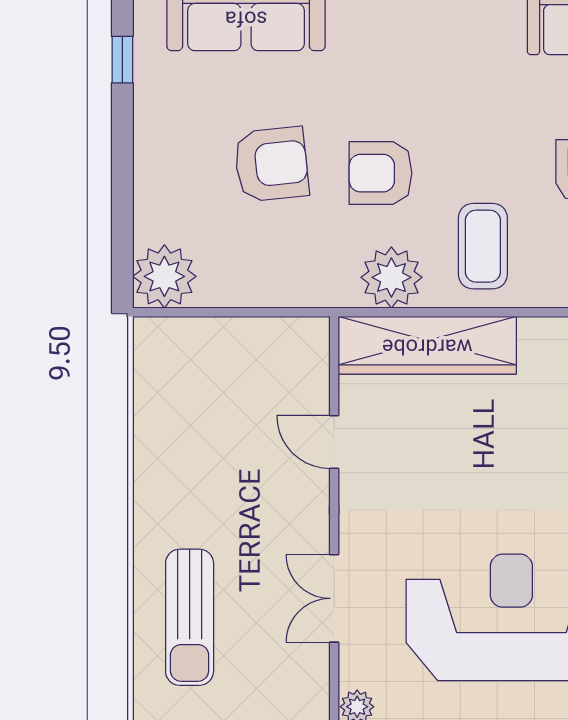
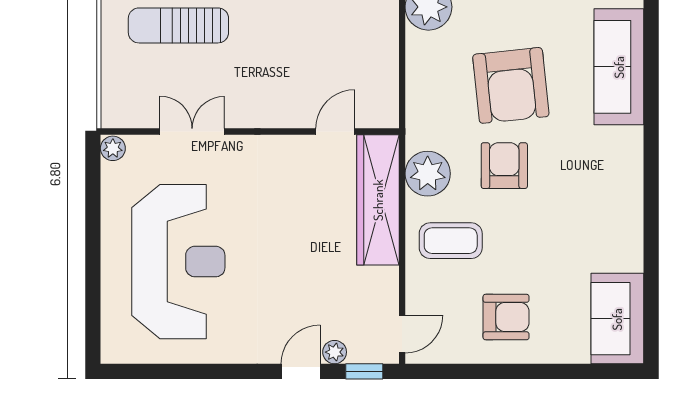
armchair: (271, 164) -> (511, 85), width x1.36, depth x1.36
door: (334, 442) -> (335, 132), moved

